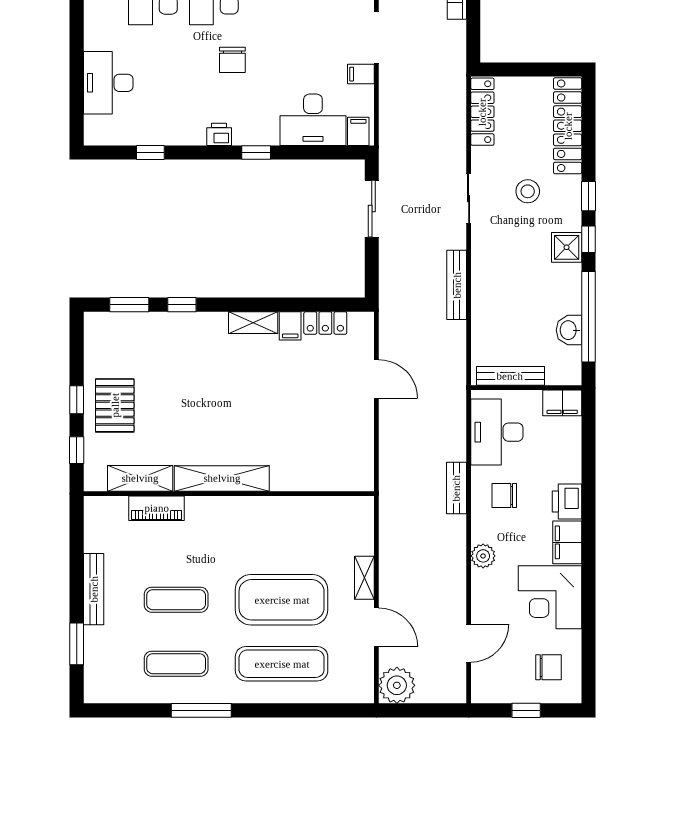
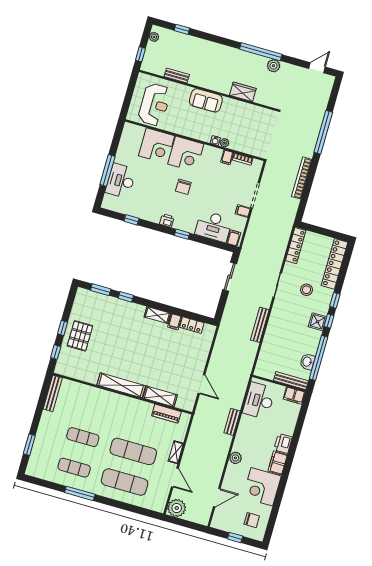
window: (77, 70) -> (107, 170), added
bench: (510, 376) -> (291, 381), moved
door: (376, 379) -> (201, 384), moved
shelving: (140, 478) -> (160, 396), moved
chair: (504, 496) -> (254, 432), removed
piano: (157, 508) -> (166, 414), moved
bench: (94, 589) -> (53, 393), moved
exercise mat: (282, 600) -> (133, 451), width x0.68

